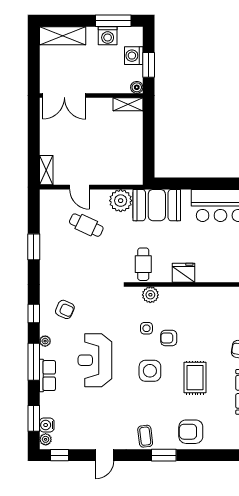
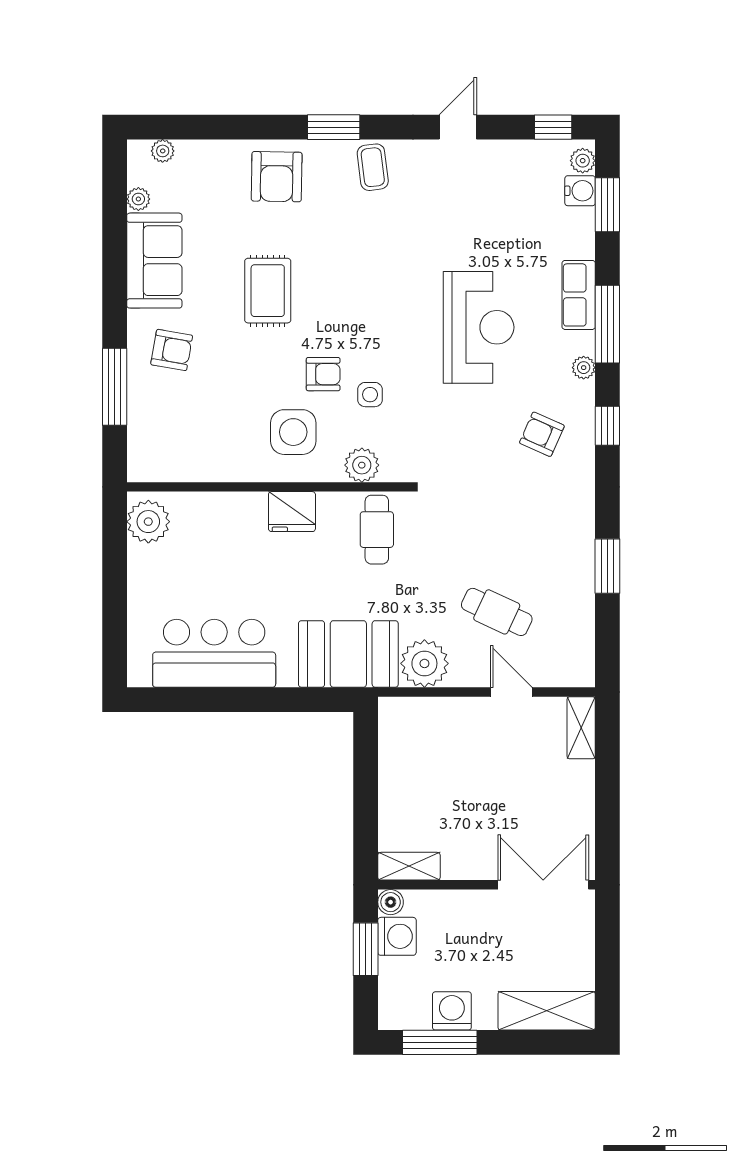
washing machine: (134, 56) -> (397, 936), moved
side table: (150, 371) -> (293, 432), moved
armchair: (191, 432) -> (277, 177), turned 91

